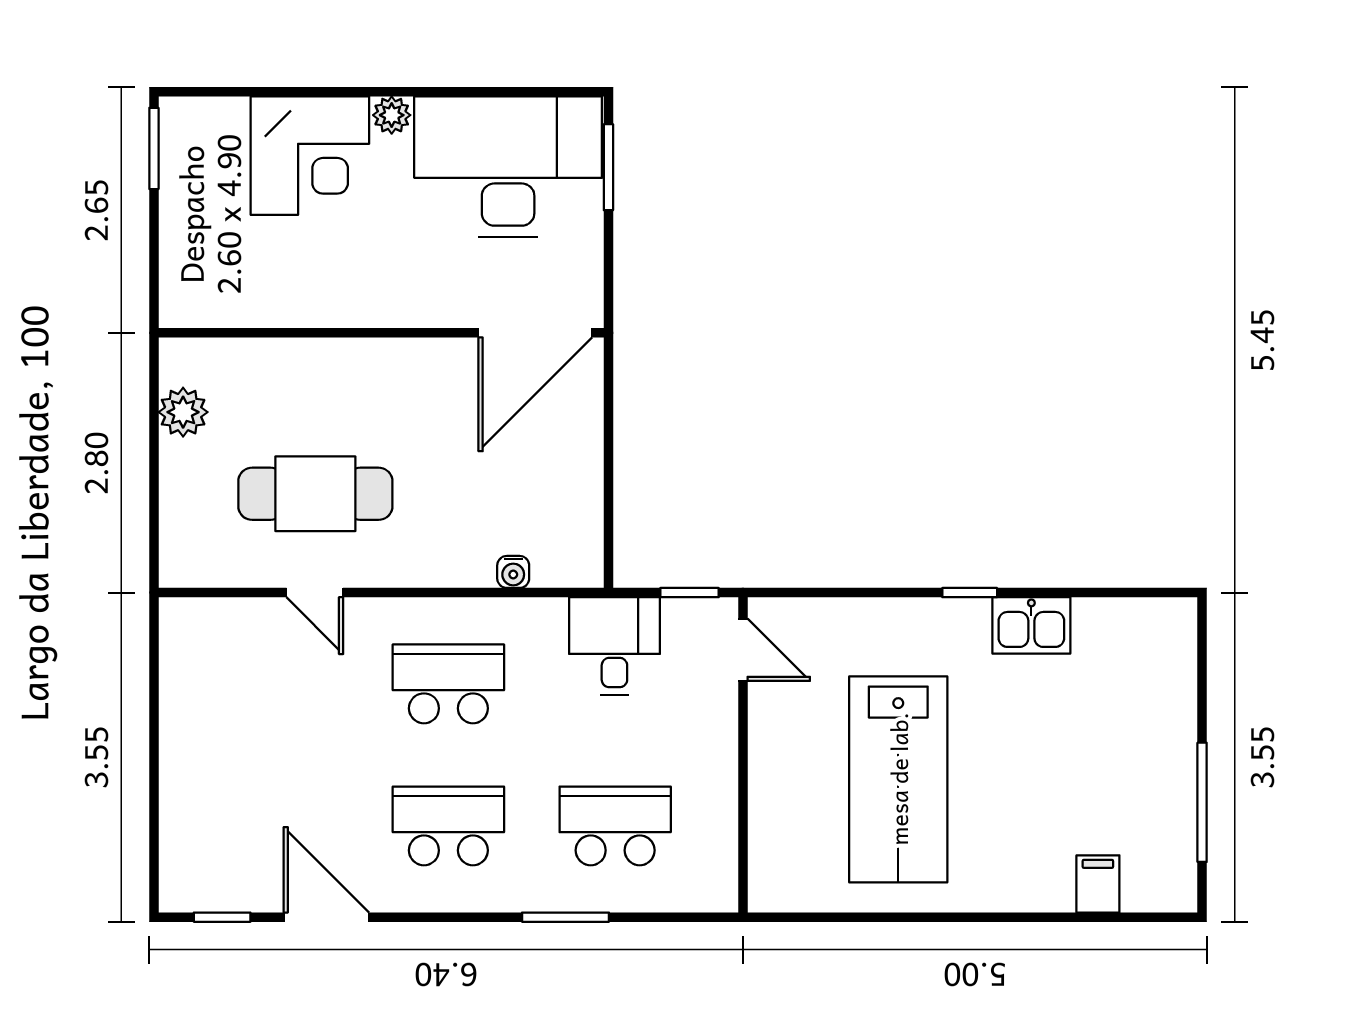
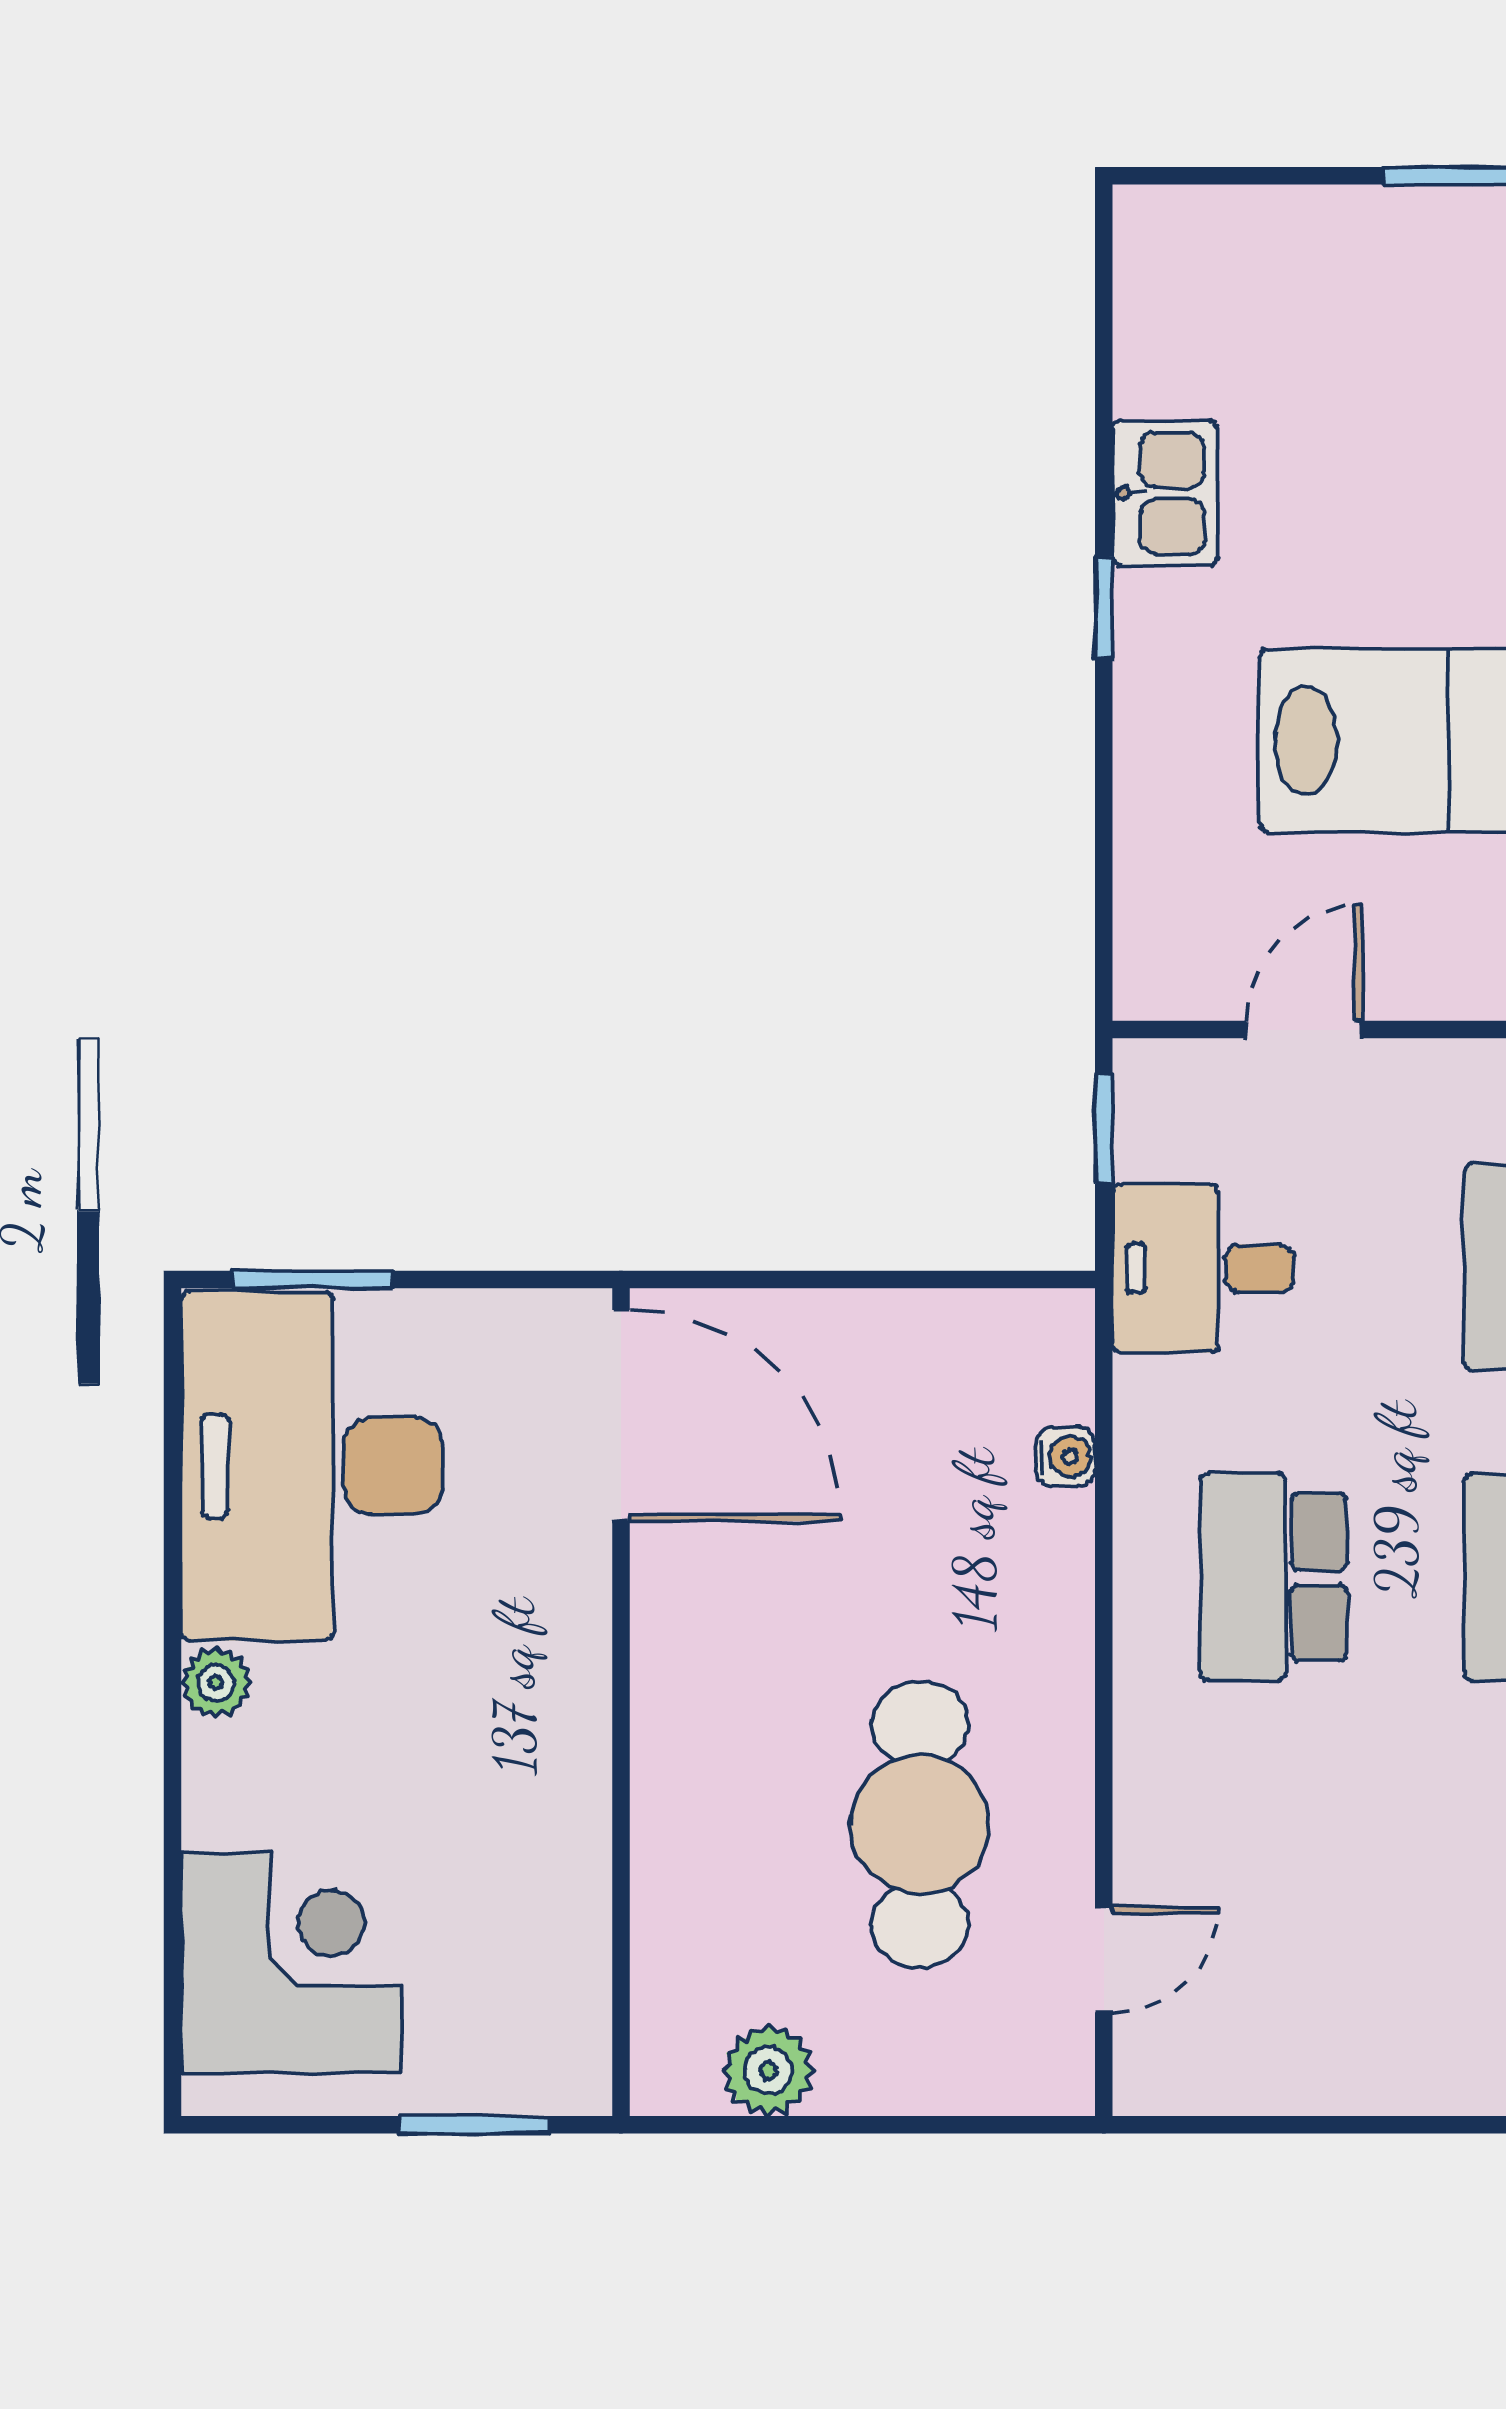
window: (154, 148) -> (474, 2125), moved
corner desk: (310, 156) -> (291, 1963), moved
door: (315, 593) -> (1104, 1959), moved
door: (743, 650) -> (1304, 1030), moved

